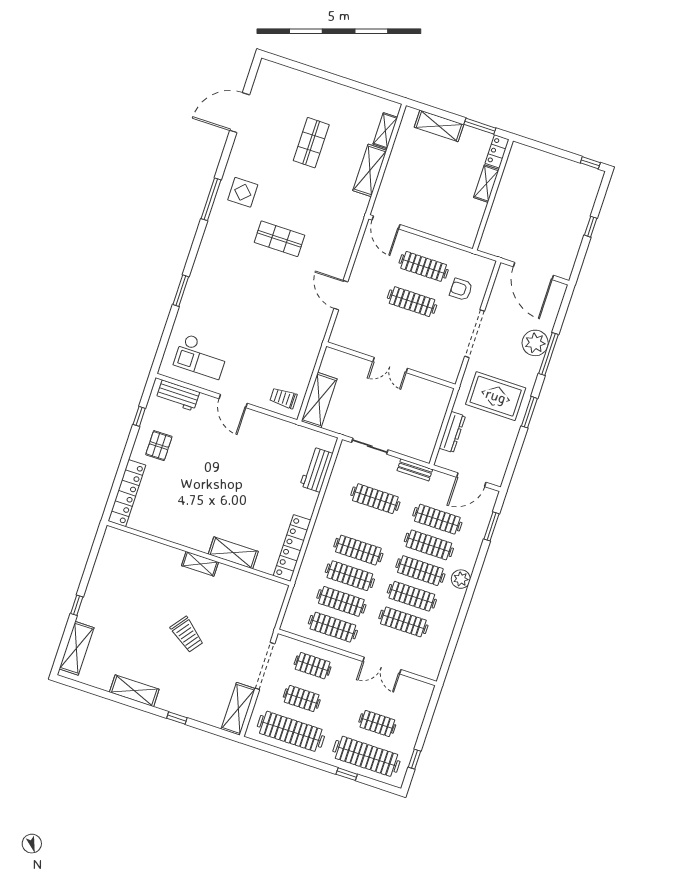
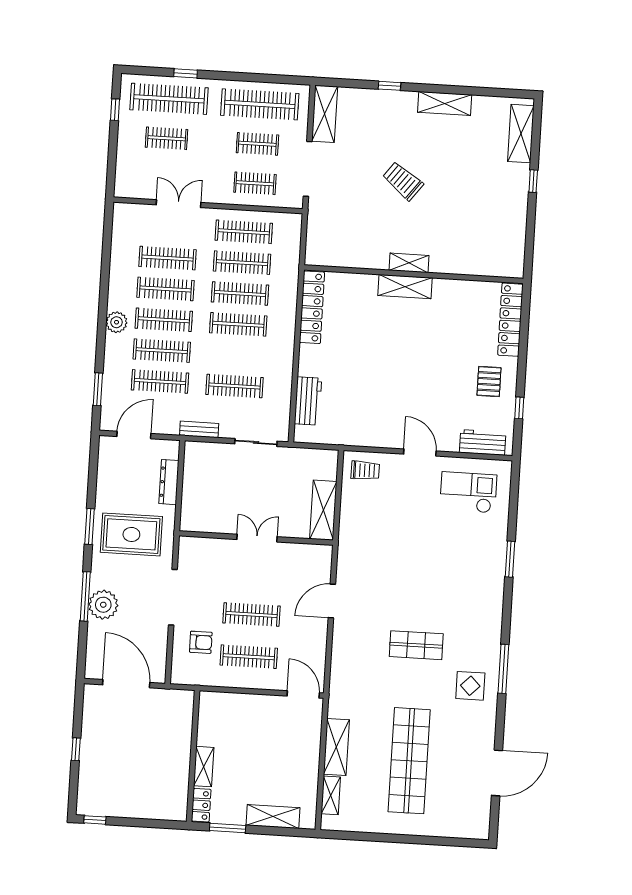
shop shelf: (311, 143) -> (409, 761), width x2.00, depth x1.36
door: (341, 295) -> (332, 601), swing flipped
shelving: (319, 400) -> (323, 510), moved
shelving: (233, 553) -> (405, 287), moved

